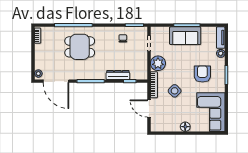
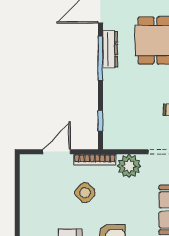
dresser: (118, 75) -> (110, 49), moved
floor lamp: (185, 127) -> (27, 210), removed

